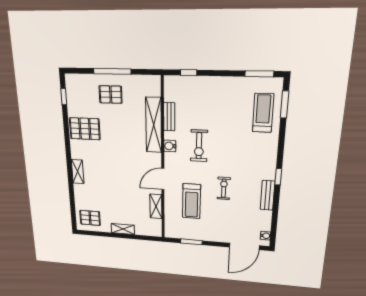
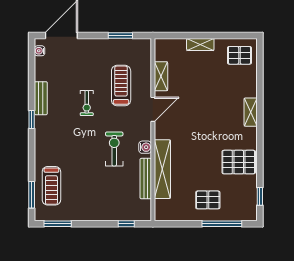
window: (112, 71) -> (222, 224), moved
bench: (169, 117) -> (146, 179), width x1.36

